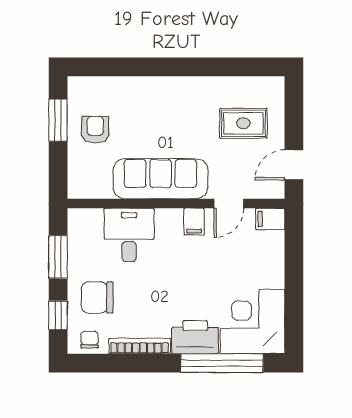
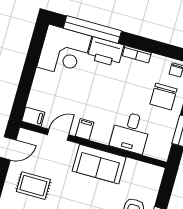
sofa: (161, 179) -> (99, 164), width x0.73
chair: (97, 297) -> (163, 97), turned 90
bookcase: (140, 346) -> (137, 54), width x0.64

